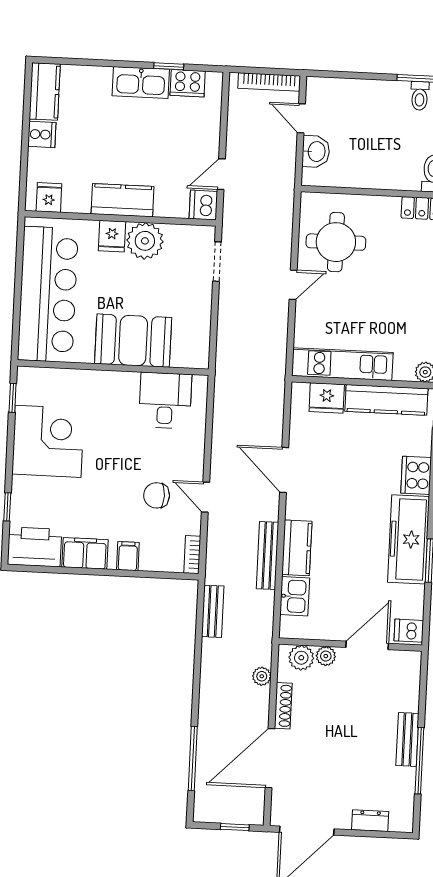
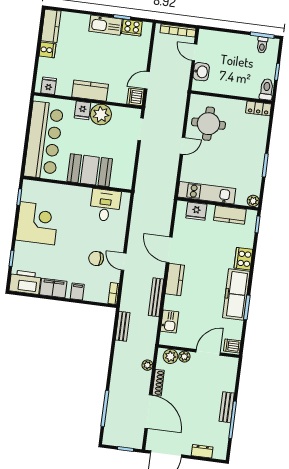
kitchen counter: (386, 400) -> (230, 215), width x0.67
kitchen counter: (297, 548) -> (175, 279), moved
door: (270, 758) -> (148, 412), swing flipped

